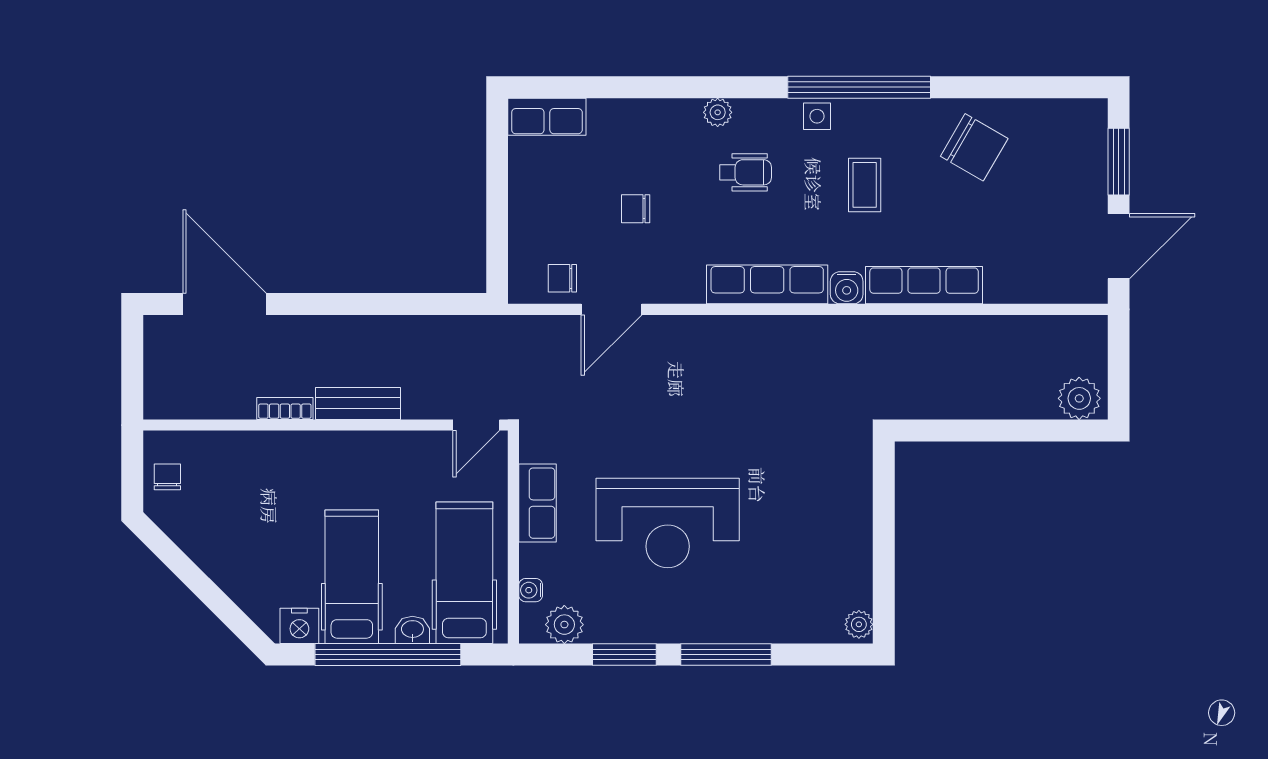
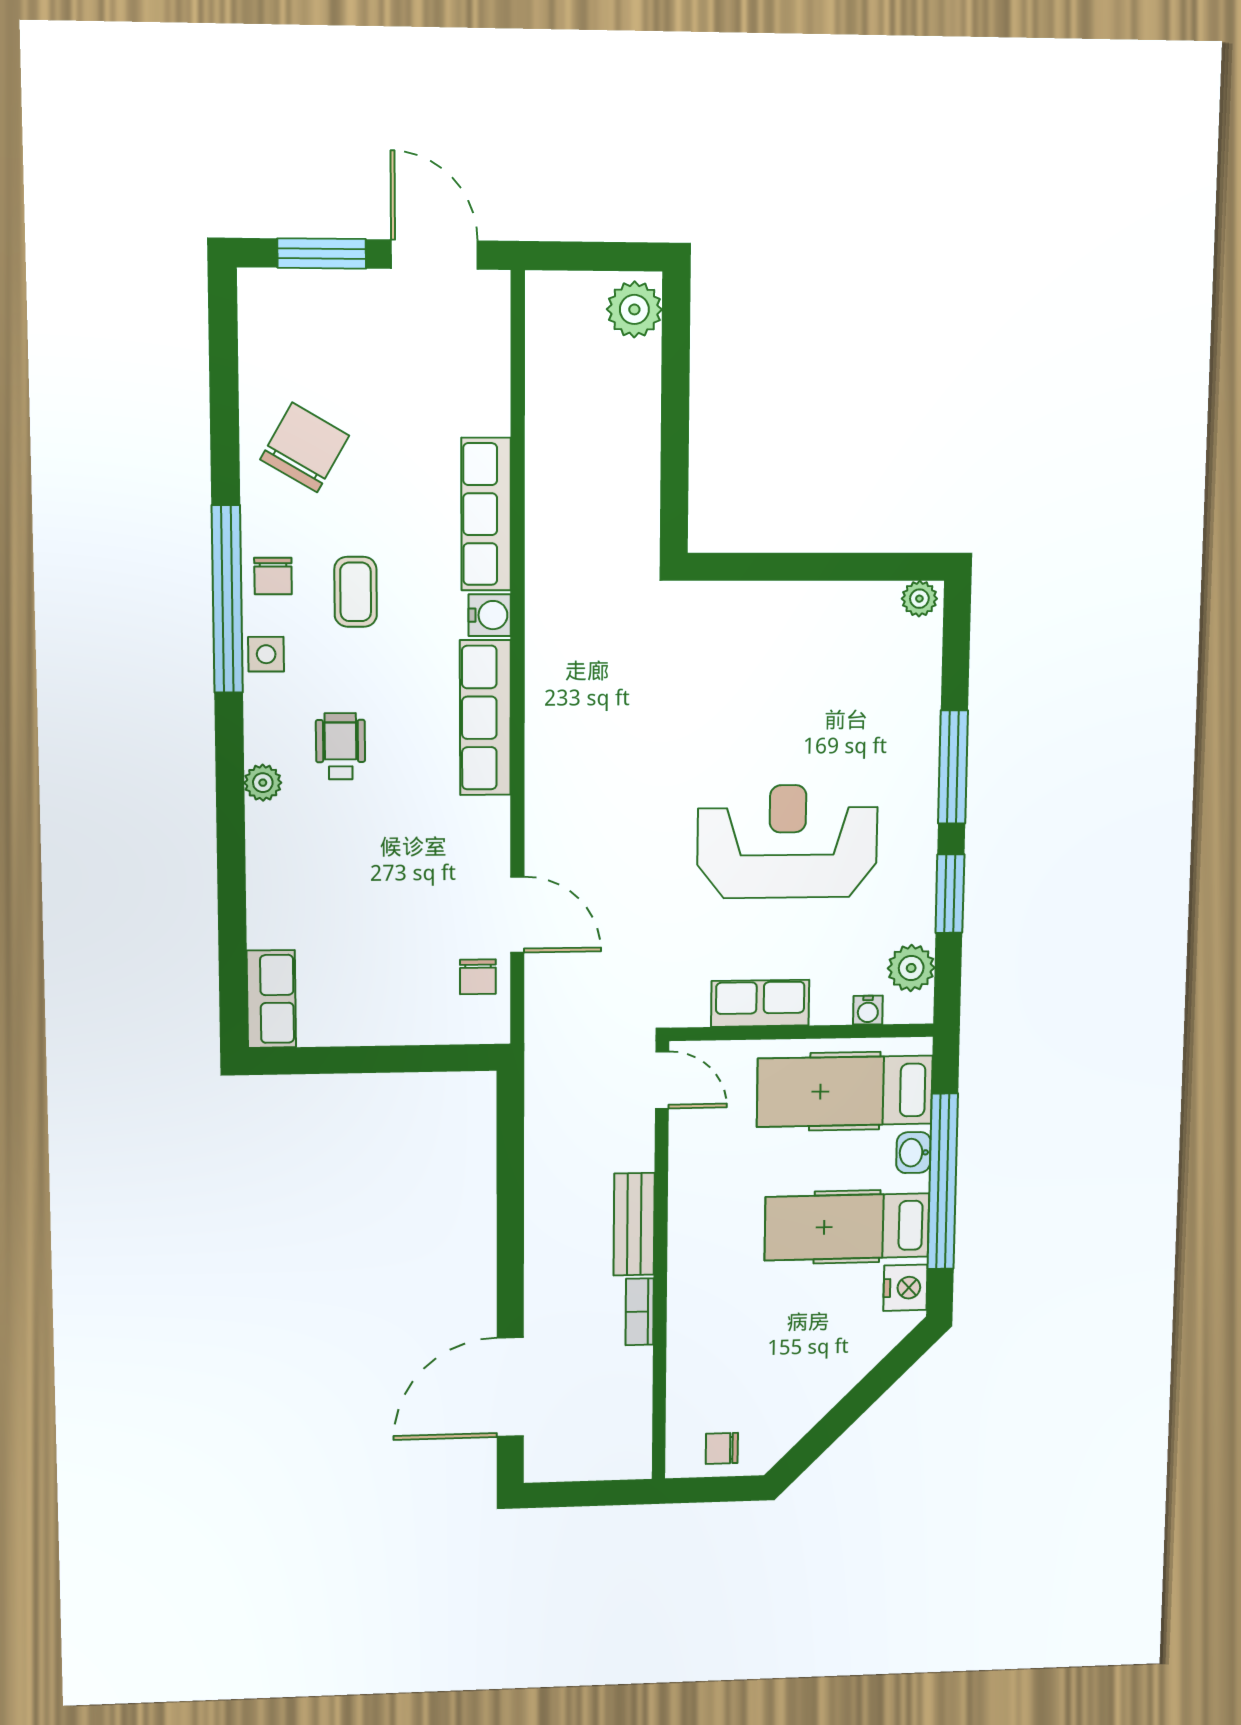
coffee table: (865, 185) -> (356, 592), turned 90
chair: (636, 209) -> (273, 576), moved
reception desk: (668, 523) -> (787, 841), turned -90

